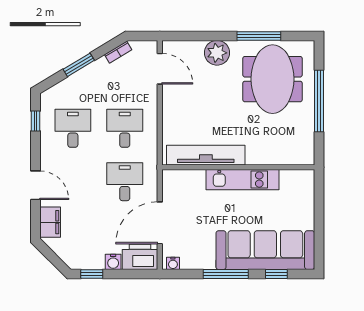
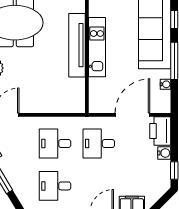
tv unit: (206, 155) -> (77, 45), moved
door: (160, 223) -> (132, 115), swing flipped
water cooler: (173, 263) -> (166, 84), moved

